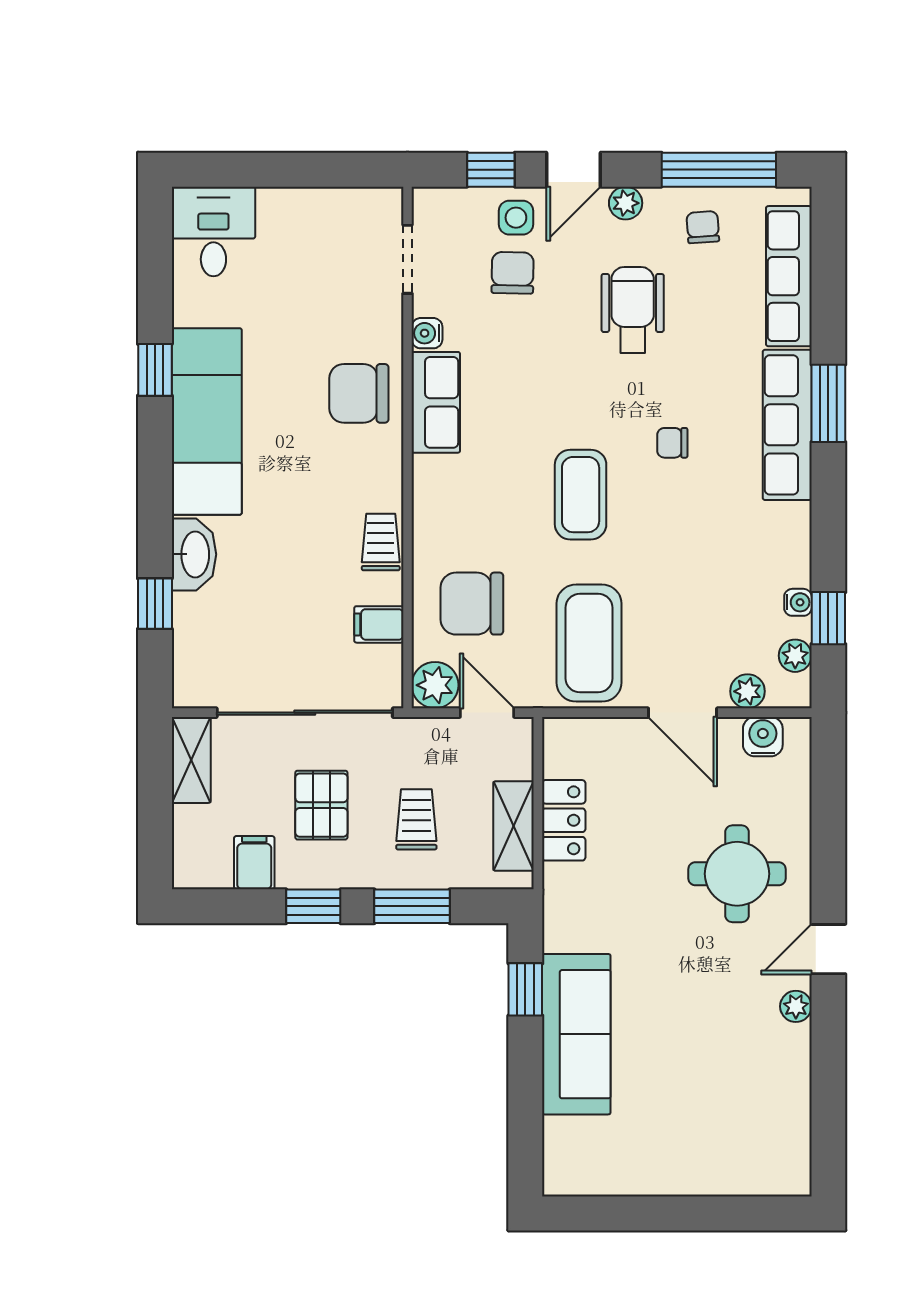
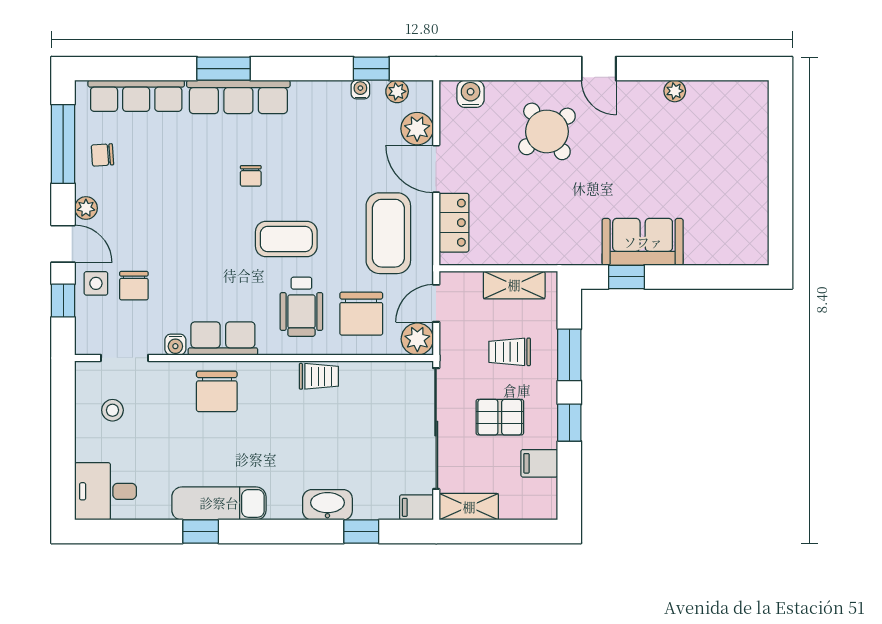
stool: (331, 242) -> (112, 410), added
chair: (513, 273) -> (134, 286), turned -91
wheelchair: (633, 310) -> (301, 307), moved, turned -90
exam couch: (207, 421) -> (219, 503), width x0.73, depth x0.69
trolley: (381, 542) -> (319, 376), turned 180
filing cabinet: (379, 624) -> (417, 507), moved, turned 90
coffee table: (589, 643) -> (388, 233), turned 90
plant: (748, 691) -> (417, 129), width x1.38, depth x1.38
door: (683, 713) -> (436, 169), swing flipped
water cooler: (763, 737) -> (471, 94), moved, turned 90
locker: (564, 820) -> (454, 223), moved, turned 90
round table: (737, 874) -> (547, 131), turned -37
plant: (796, 1006) -> (675, 91), moved
sofa: (576, 1034) -> (643, 242), width x0.73

